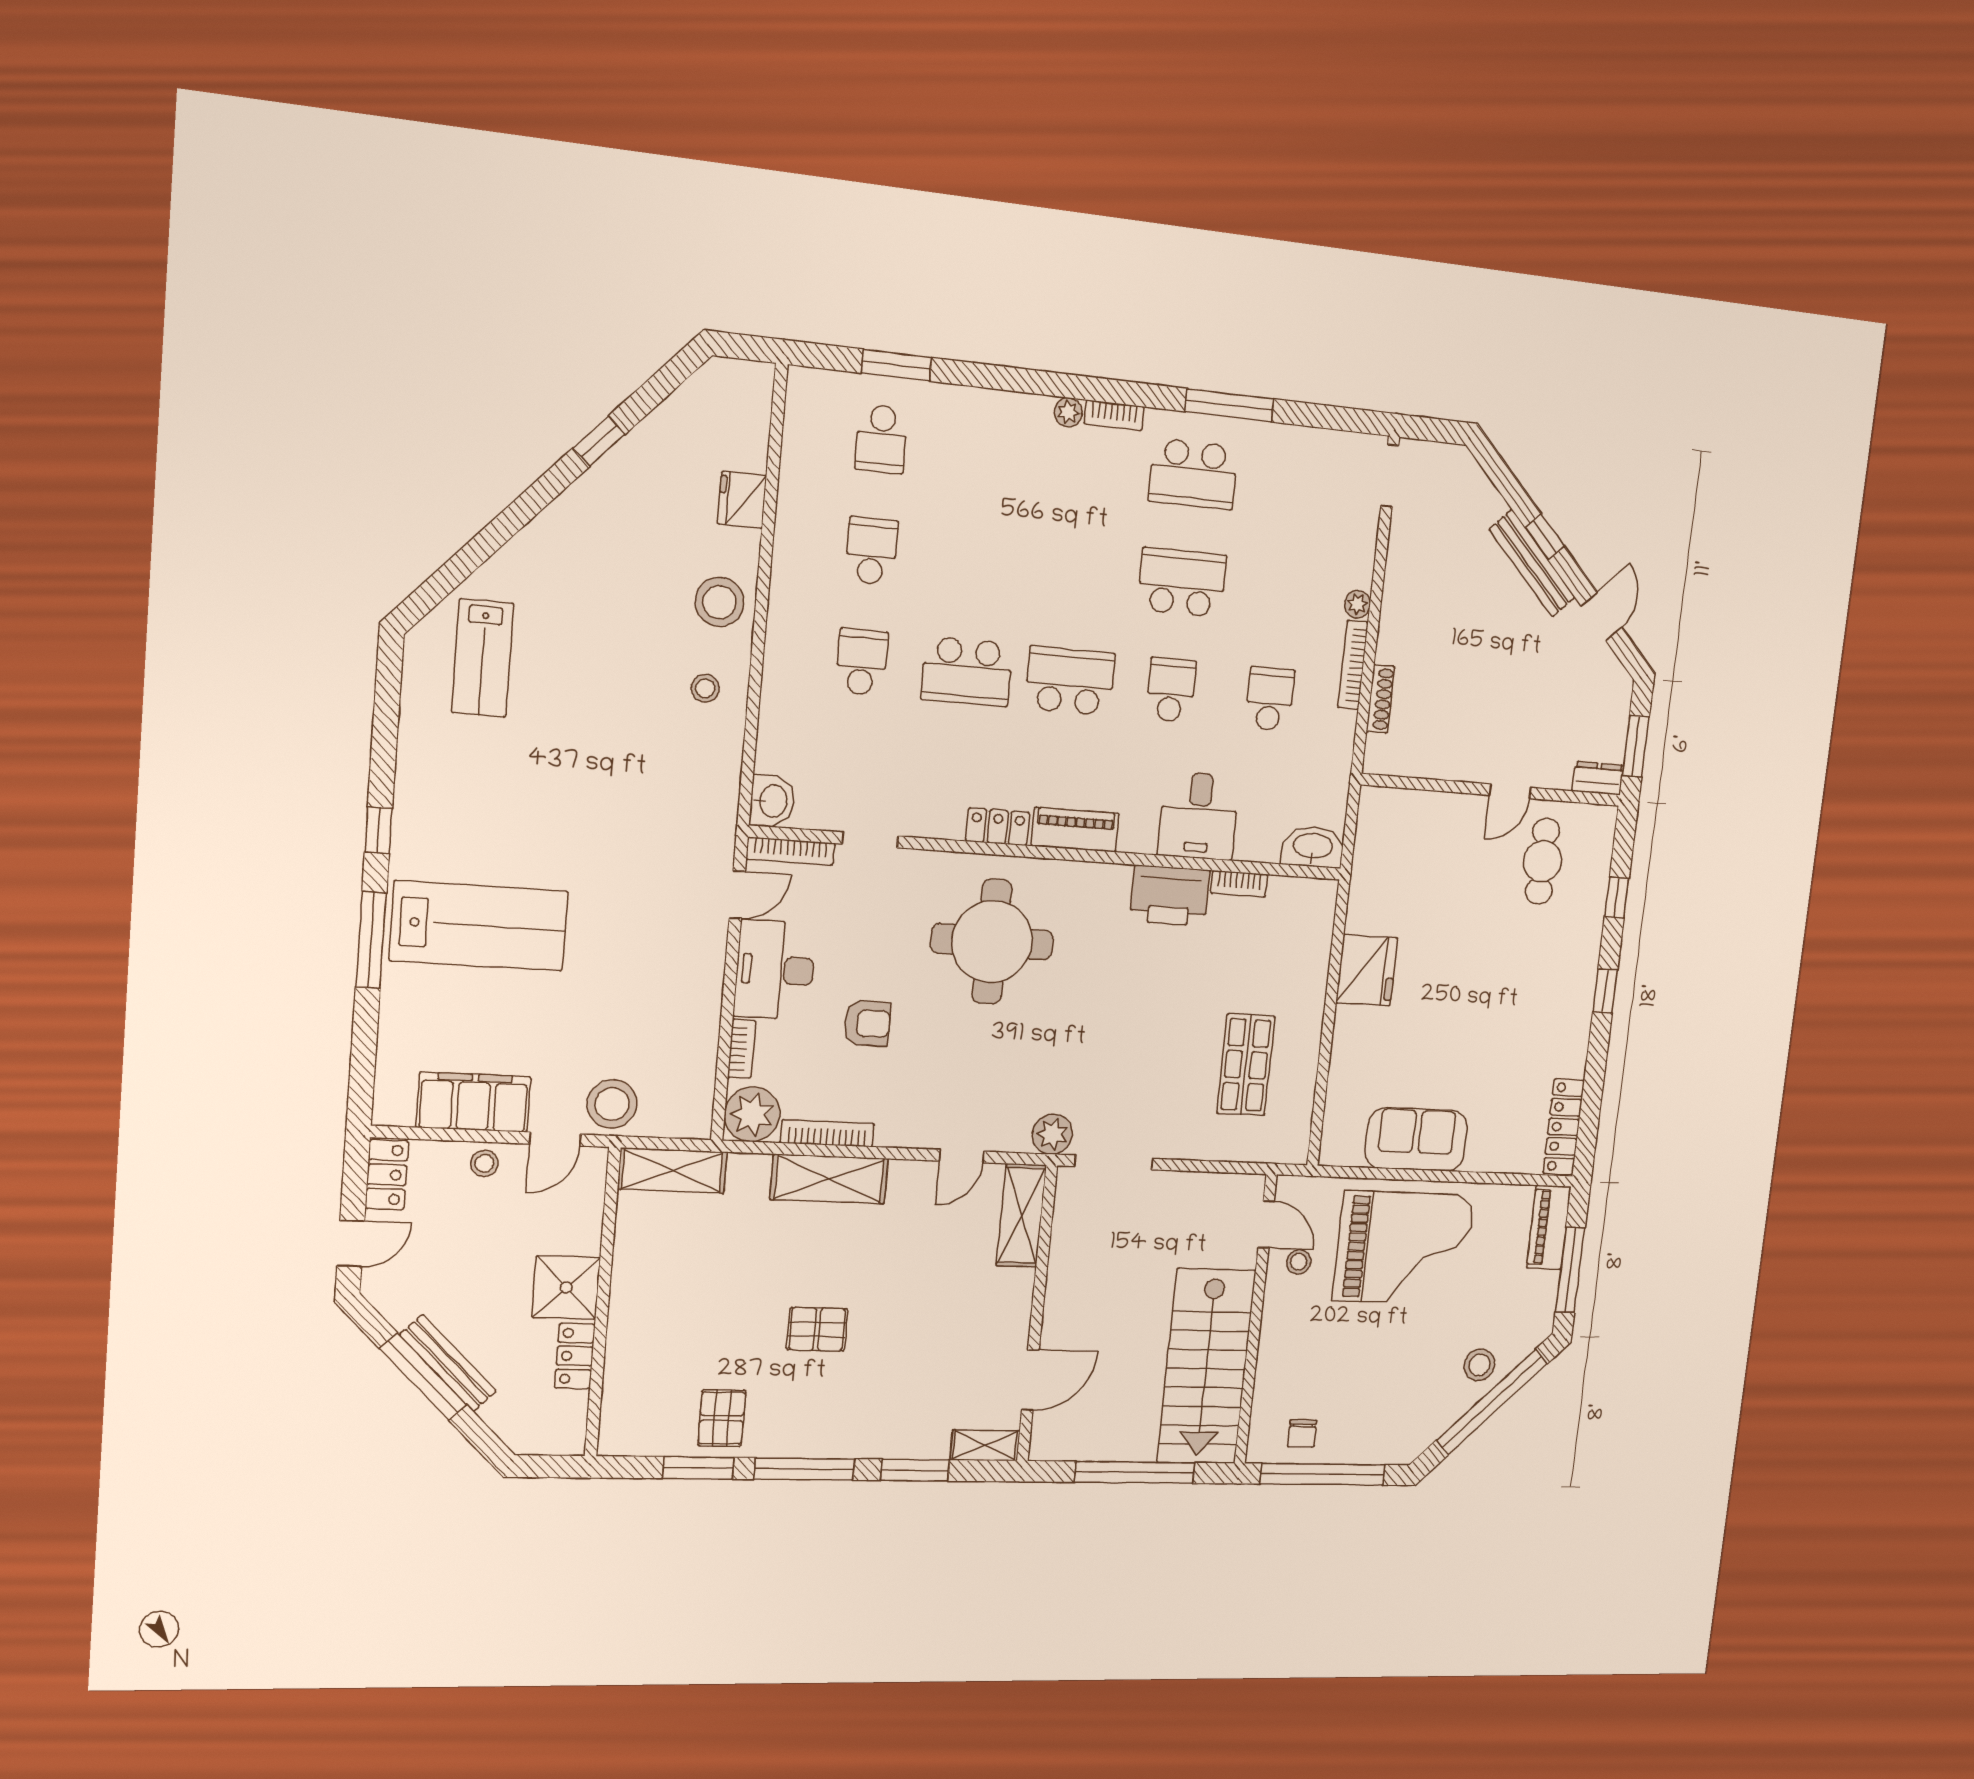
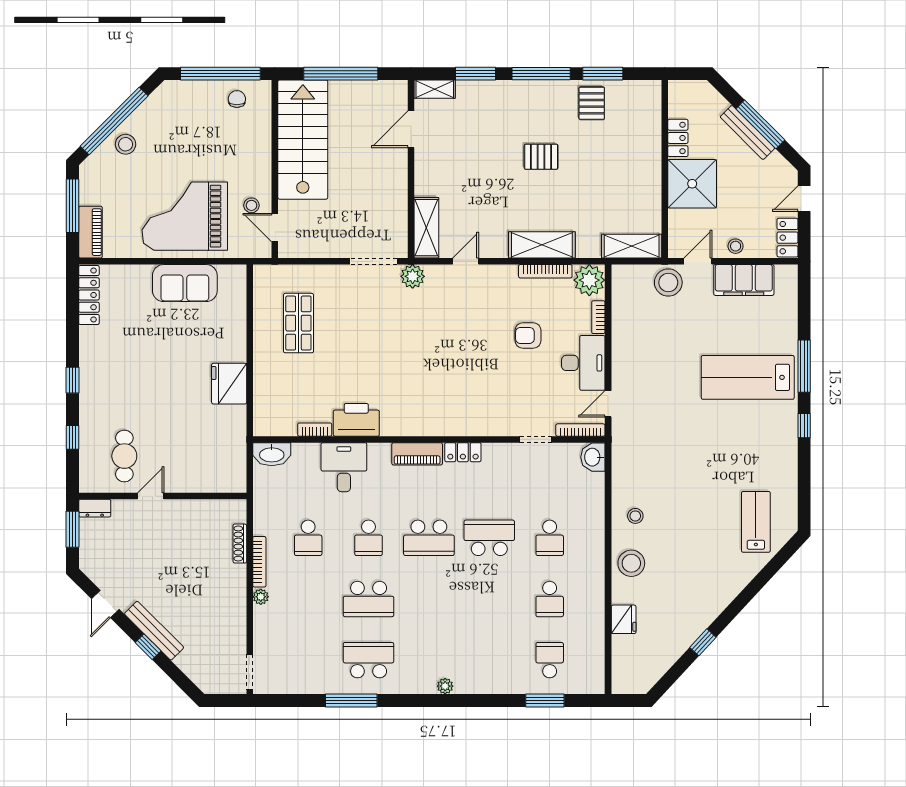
bookcase: (1114, 415) -> (418, 687), removed
round table: (992, 942) -> (460, 386), removed
shower: (566, 1288) -> (692, 184), width x1.37, depth x1.37

